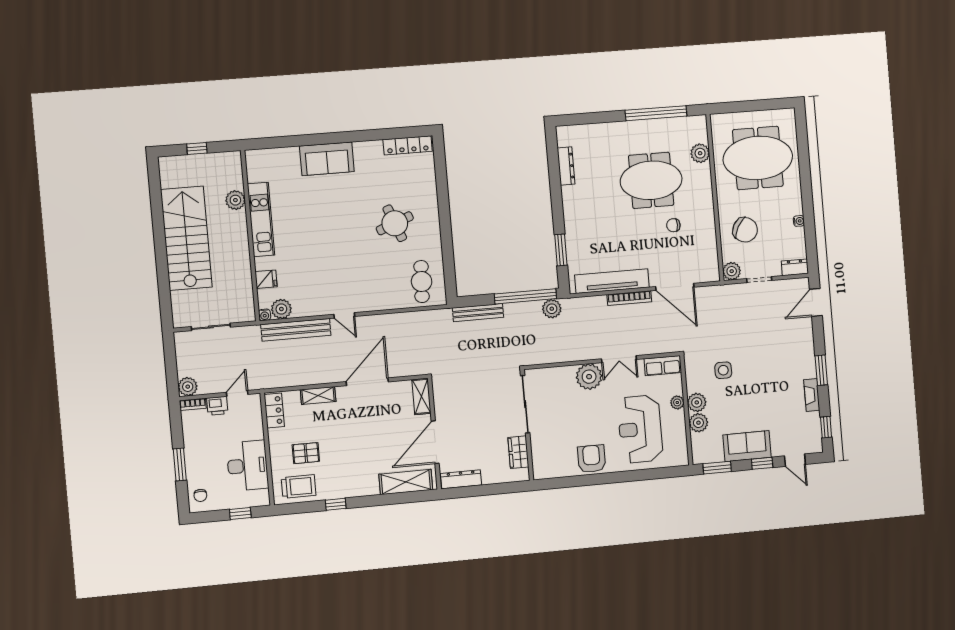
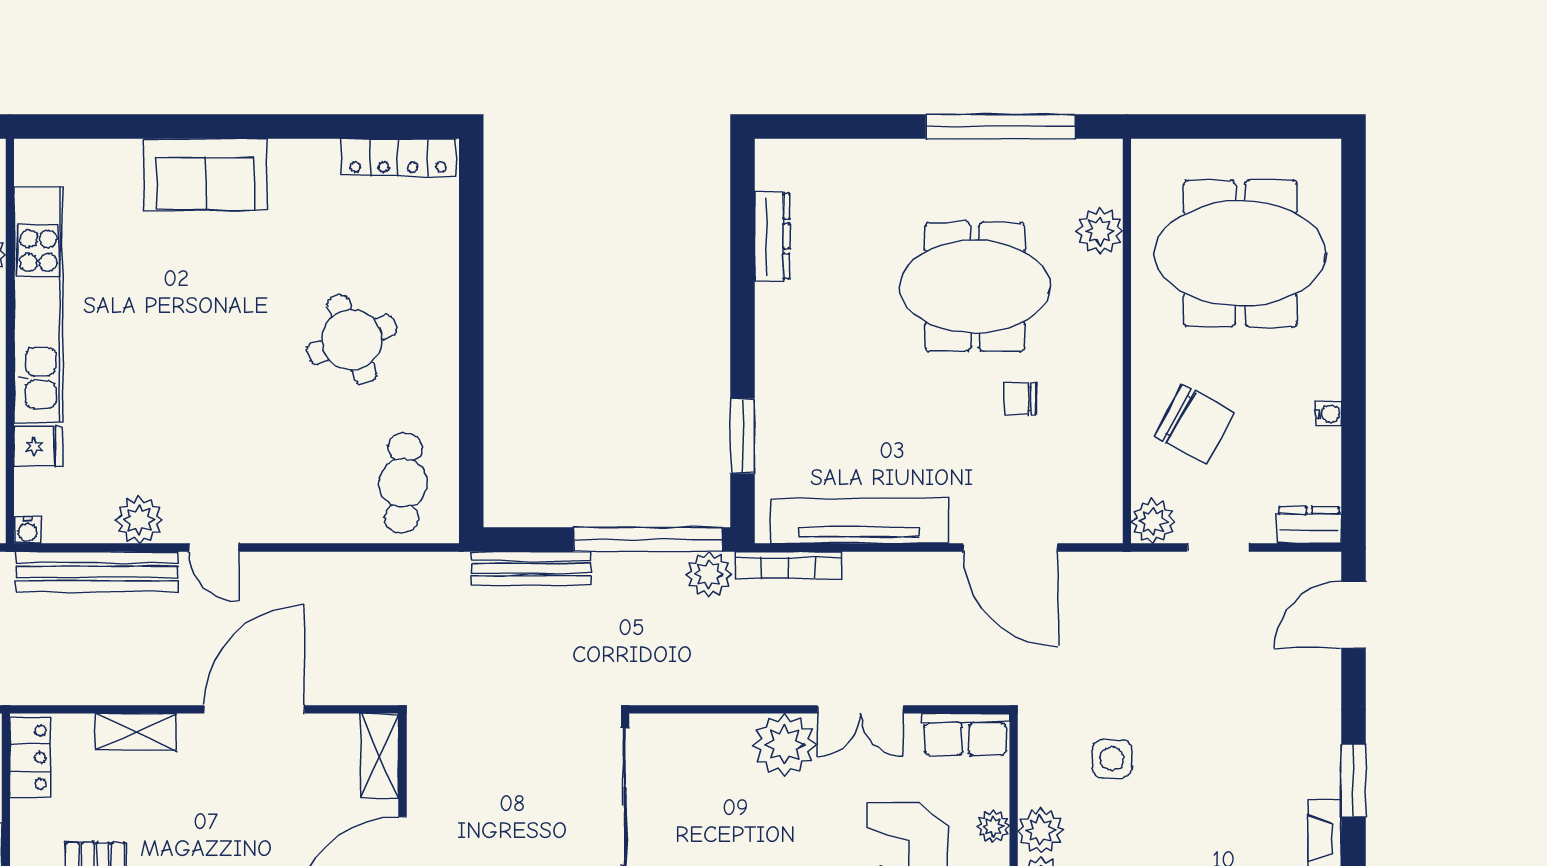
kitchen unit: (261, 219) -> (38, 305), width x1.36
bookcase: (629, 298) -> (788, 565), moved
plant: (281, 309) -> (139, 520), moved

